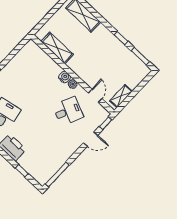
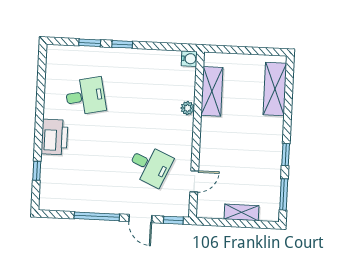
water cooler: (65, 77) -> (189, 59), moved
plant: (73, 84) -> (188, 108), moved
shelving: (121, 96) -> (241, 212), moved
window: (57, 175) -> (97, 216), moved

